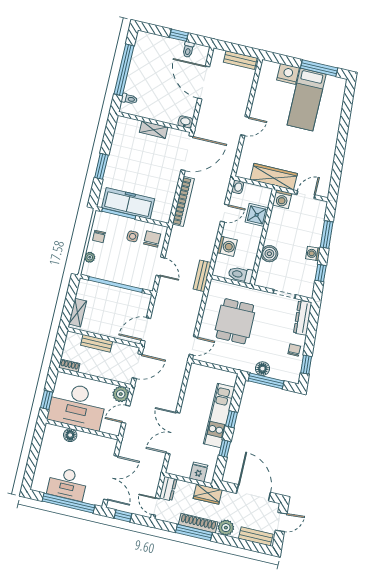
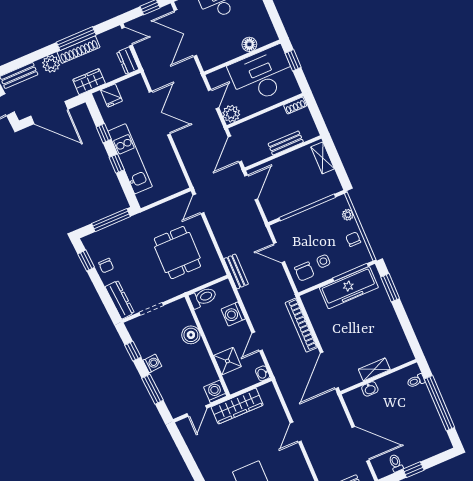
washbasin: (185, 122) -> (370, 389), moved
window: (101, 166) -> (390, 288), moved
floor lamp: (262, 369) -> (122, 229), removed

